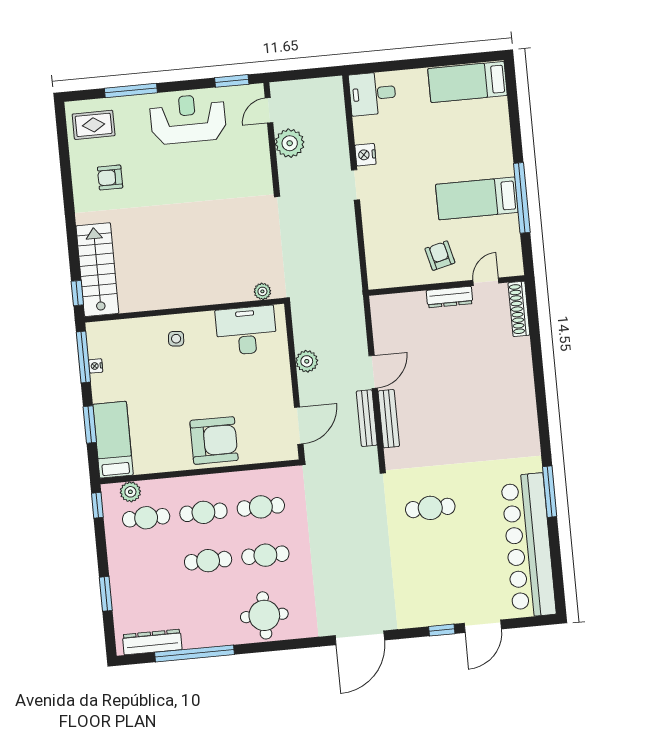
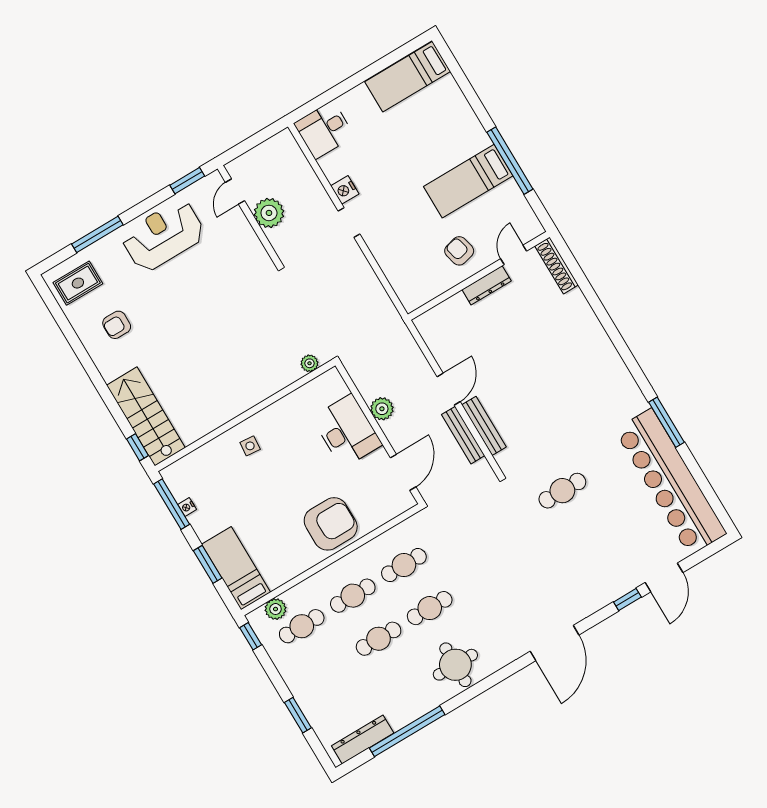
desk: (246, 331) -> (347, 431), moved, turned 90

